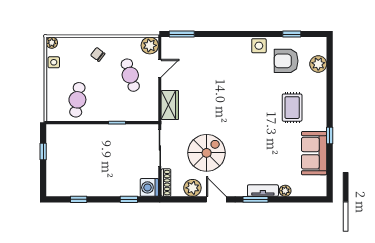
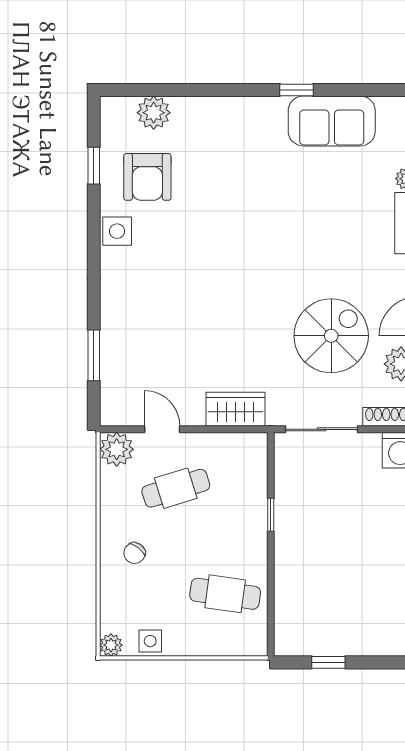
window: (182, 34) -> (94, 355), moved
rug: (292, 108) -> (241, 165), removed
spiral stairs: (207, 153) -> (331, 336), turned 90

